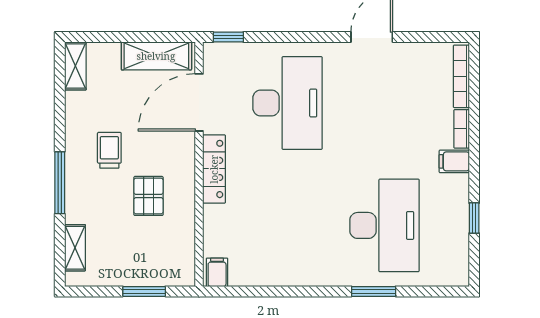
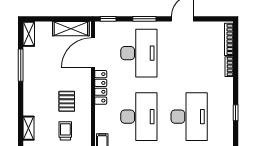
window: (298, 37) -> (144, 19), added
trolley: (109, 150) -> (65, 131), moved
filing cabinet: (454, 161) -> (225, 83), removed
window: (60, 183) -> (21, 65), moved
desk: (288, 225) -> (139, 117), added

